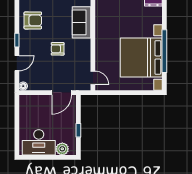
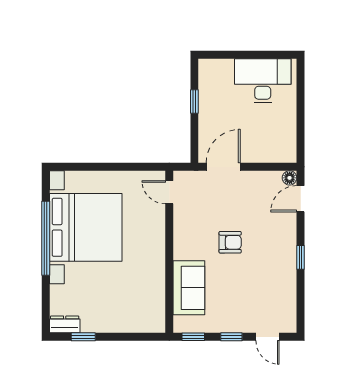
armchair: (33, 20) -> (273, 291), removed
door: (17, 63) -> (301, 199), moved
plant: (62, 149) -> (222, 70), removed

